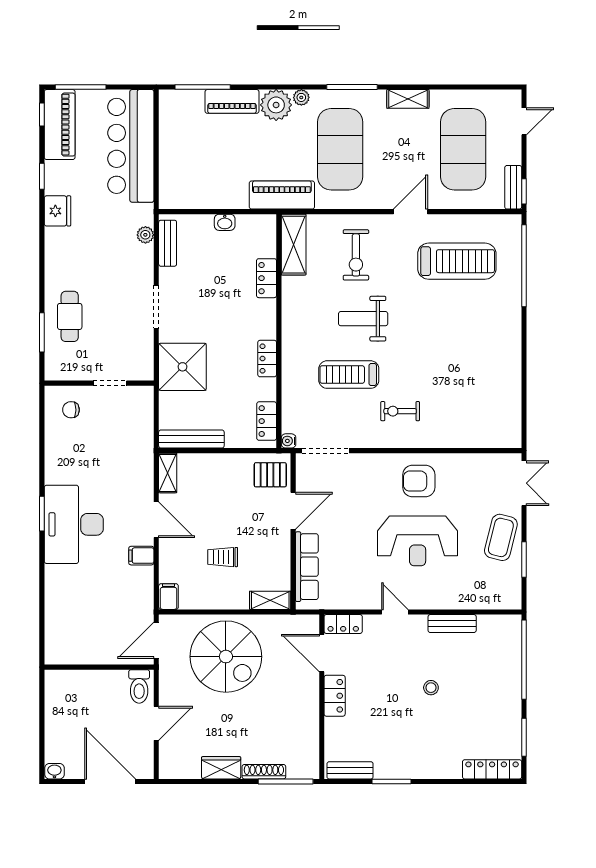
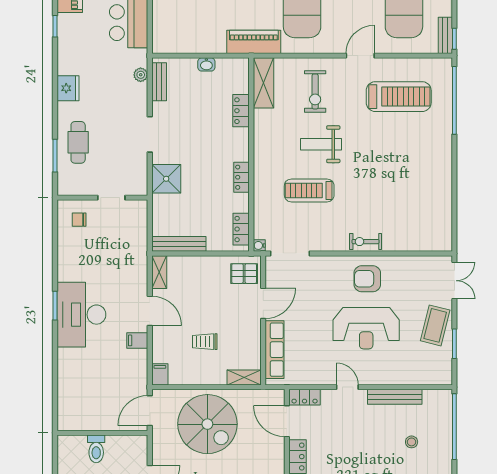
fridge: (57, 211) -> (68, 88), moved
shower: (182, 367) -> (166, 179), width x0.73, depth x0.73
exercise bike: (400, 411) -> (366, 242), moved
bench: (452, 624) -> (395, 397), width x1.36
toilet: (139, 686) -> (96, 449), moved
stool: (431, 688) -> (412, 442), moved

